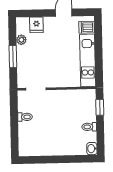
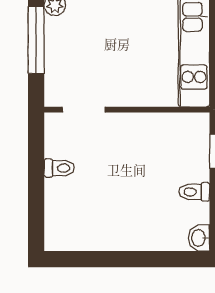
window: (13, 57) -> (36, 40), width x1.44

